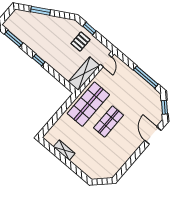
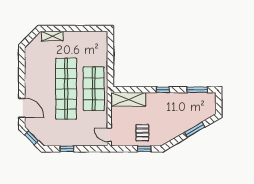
shelving: (84, 74) -> (128, 99), moved, turned 90
window: (146, 77) -> (67, 149), width x0.46
shop shelf: (109, 121) -> (66, 89), width x2.00, depth x1.36
shelving: (64, 150) -> (52, 36), moved

